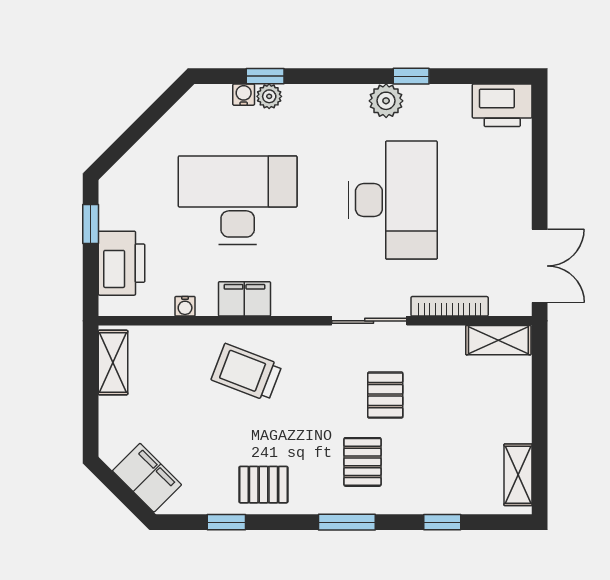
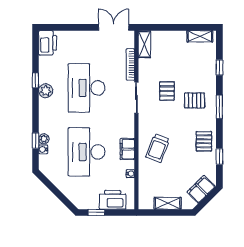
desk: (393, 200) -> (87, 88), turned -90
shelving: (113, 363) -> (168, 203), moved
pallet: (385, 395) -> (167, 91), turned 90

